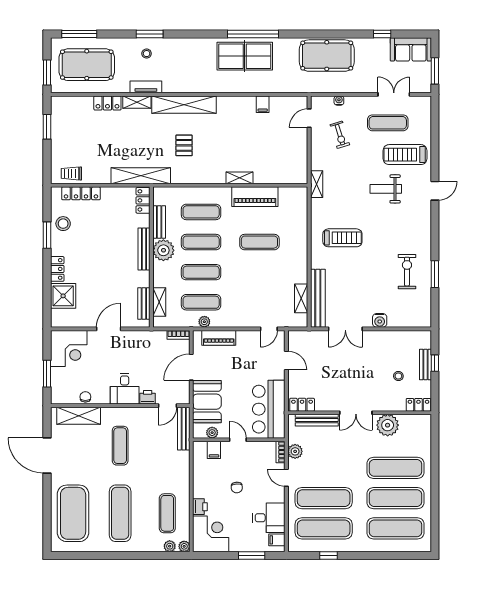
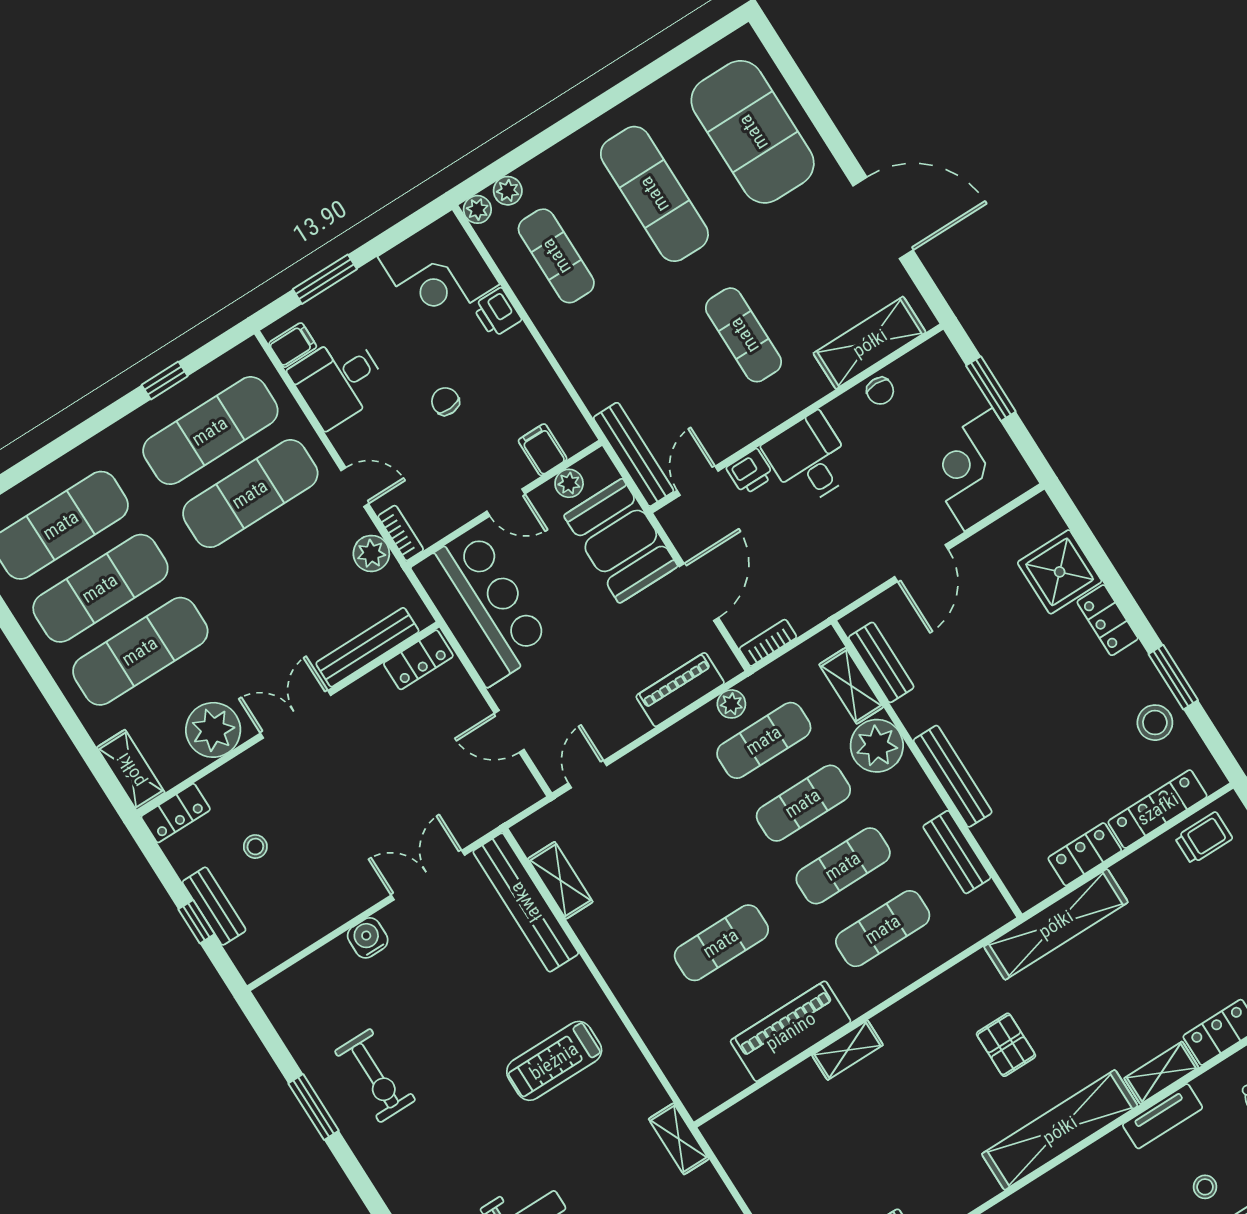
locker: (143, 200) -> (1085, 854), moved, turned -90
plant: (163, 250) -> (877, 746), moved
shelving: (424, 429) -> (131, 770), added

